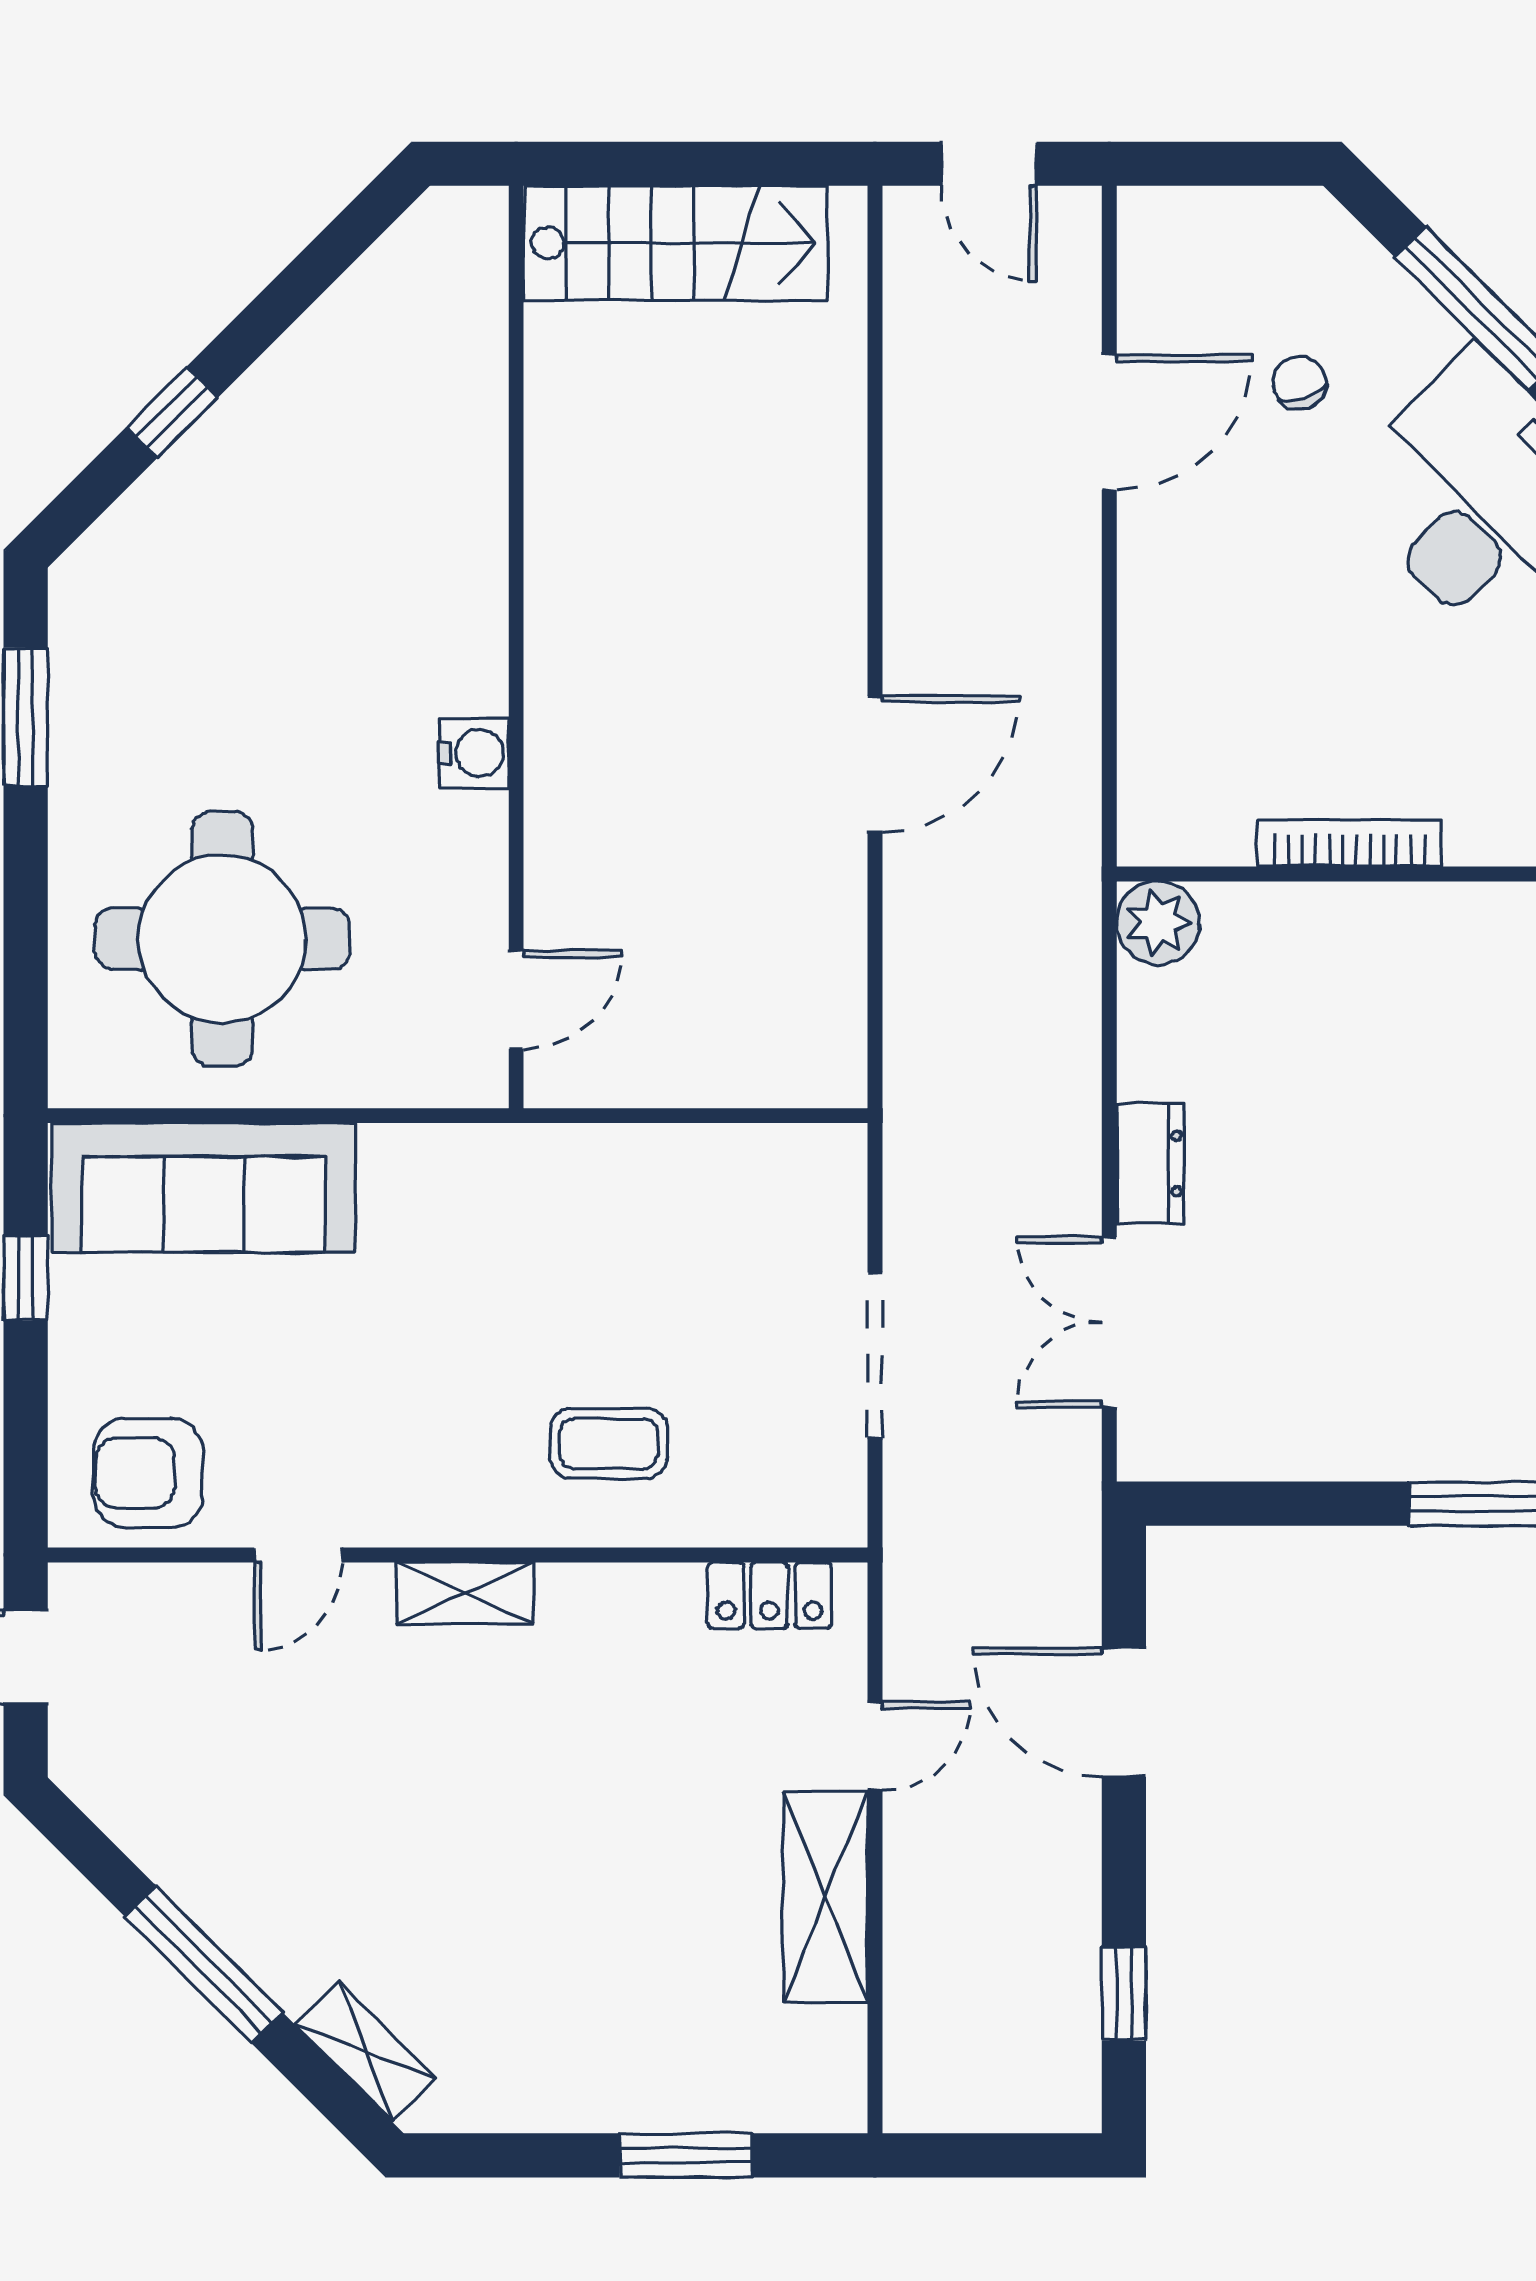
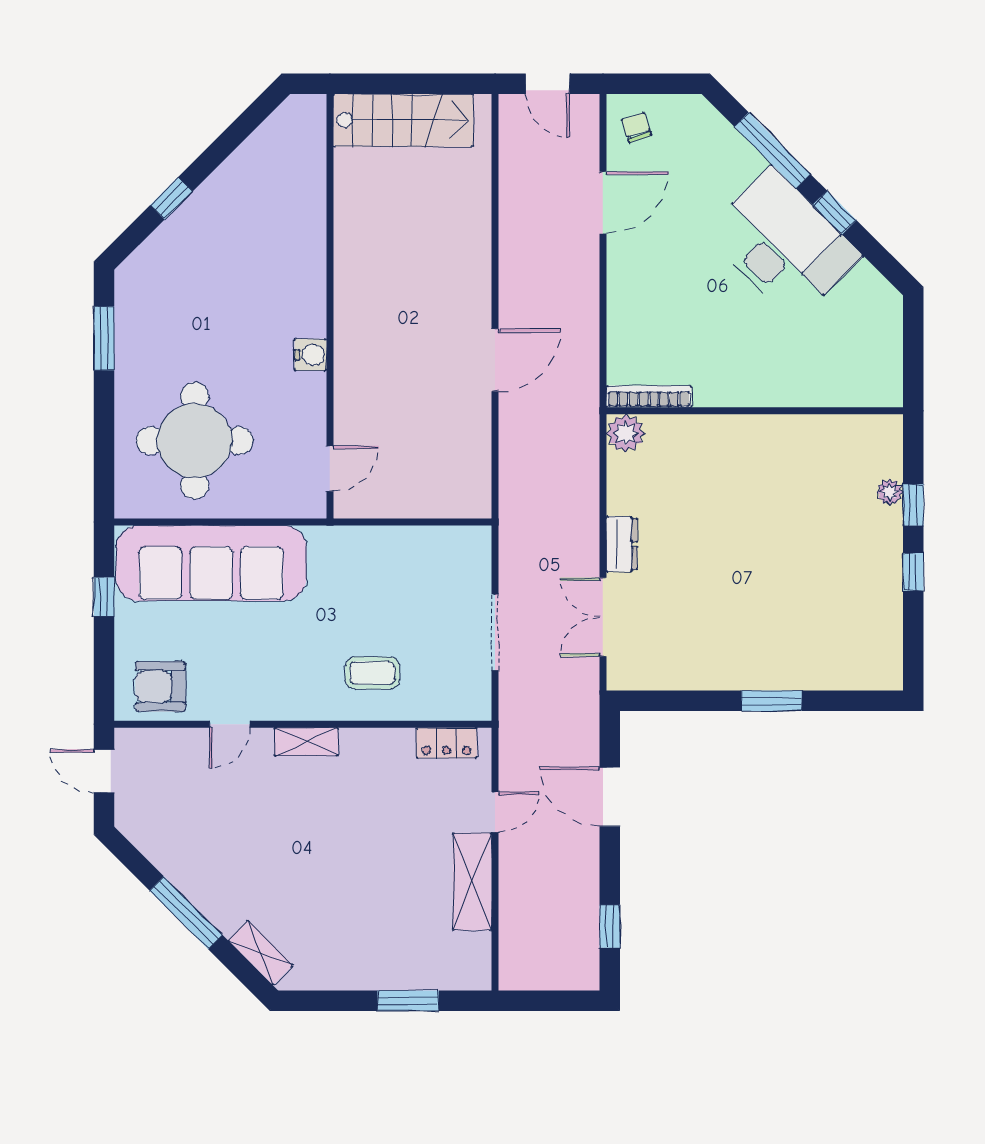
chair: (1299, 383) -> (636, 127), moved
bookcase: (1349, 843) -> (649, 396), moved
sofa: (204, 1188) -> (211, 563), width x1.36, depth x1.27

